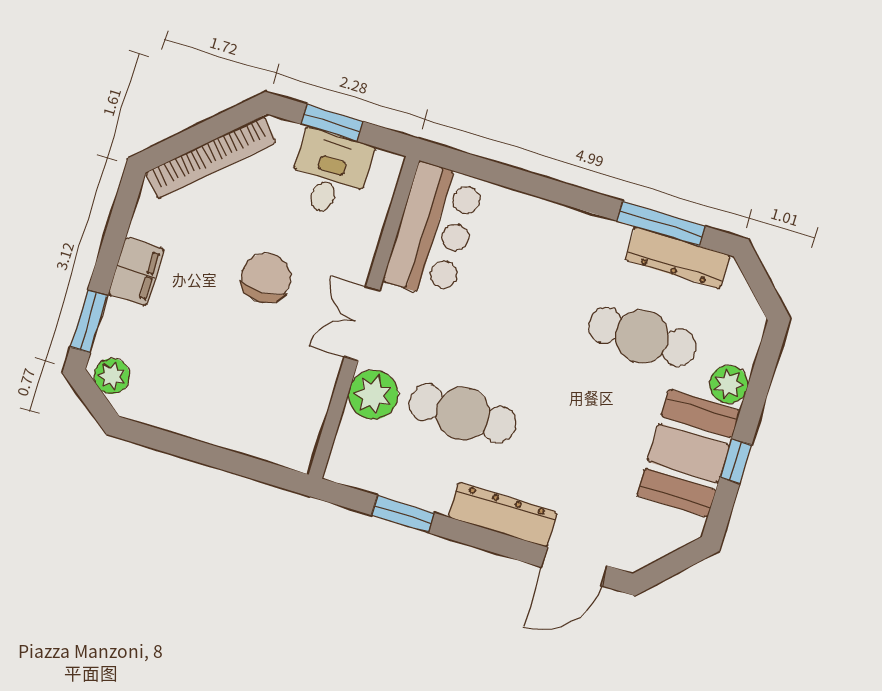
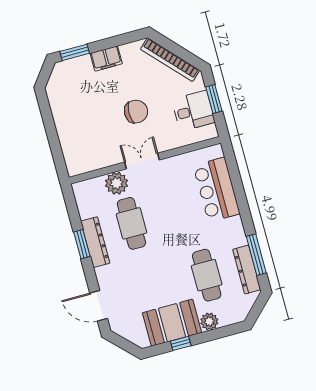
bar counter: (434, 231) -> (217, 190), moved, turned 90
plant: (112, 376) -> (59, 75), removed
window: (403, 514) -> (82, 244), moved
dresser: (503, 515) -> (95, 242), moved

